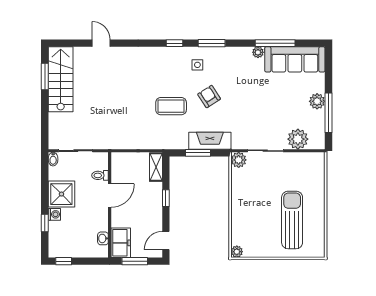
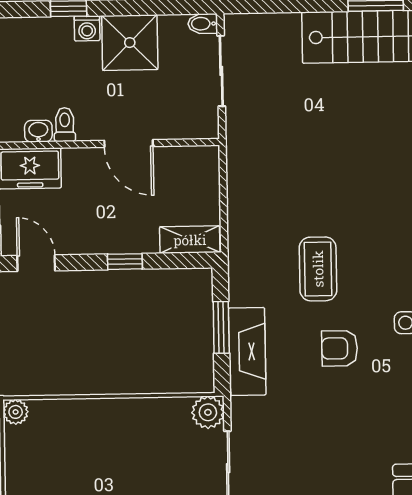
armchair: (209, 97) -> (340, 348), turned -147
toilet: (100, 175) -> (65, 125), moved

